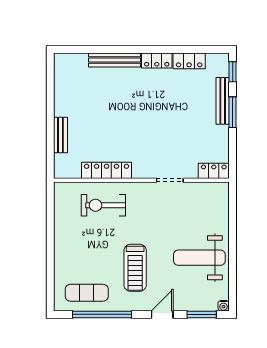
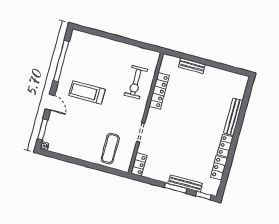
exercise bike: (103, 205) -> (136, 82), turned 180
weight bench: (199, 258) -> (82, 138), removed
exercise mat: (87, 293) -> (110, 149), moved

